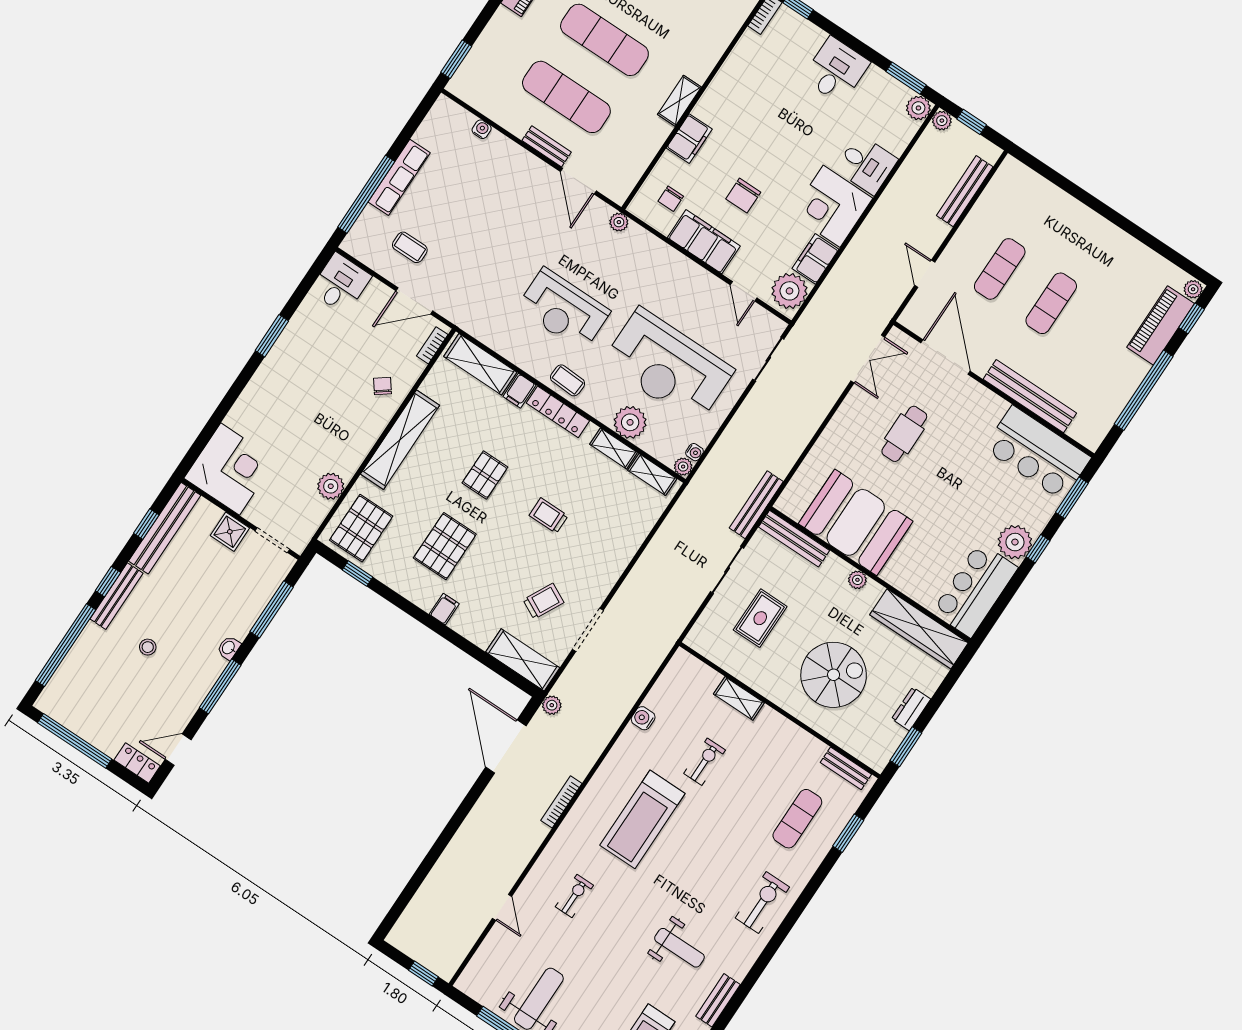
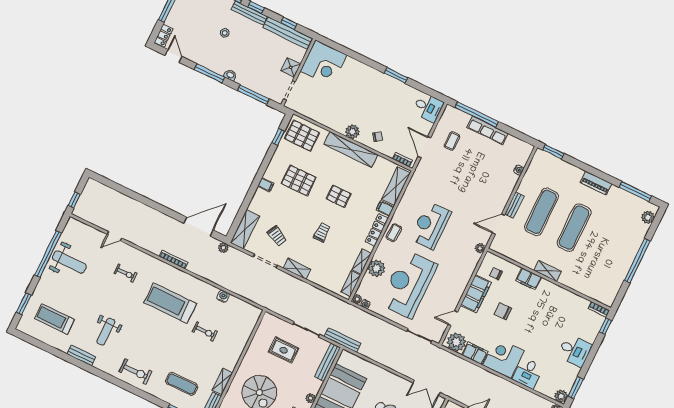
plant: (331, 486) -> (352, 132), moved
shelving: (610, 572) -> (297, 269), added
shelving: (739, 698) -> (222, 382), moved

